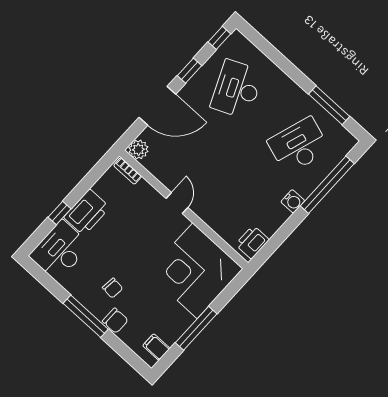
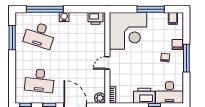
desk: (237, 89) -> (40, 81), turned 30

